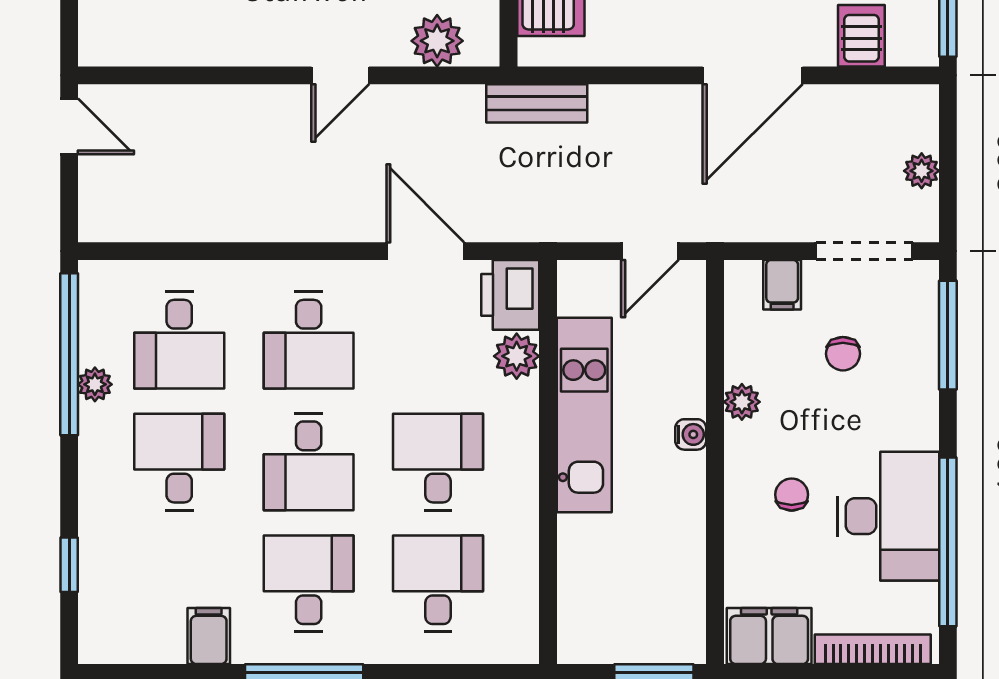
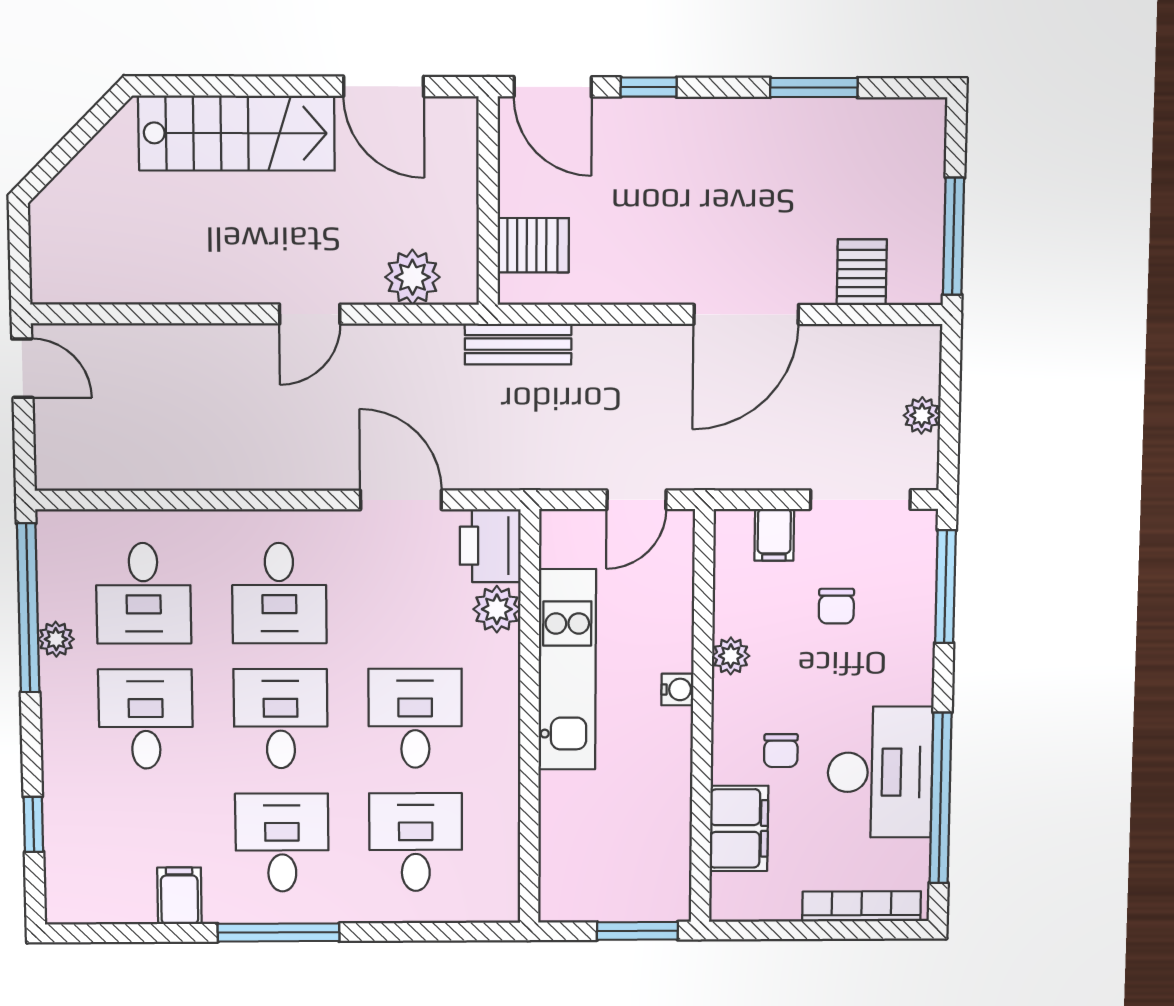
desk: (309, 462) -> (281, 719), turned 180
chair: (792, 495) -> (781, 751), turned 180
filing cabinet: (769, 636) -> (739, 828), moved, turned 90

